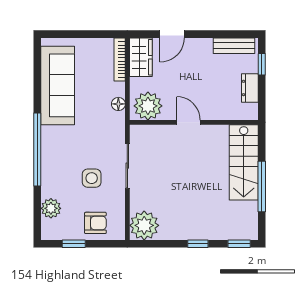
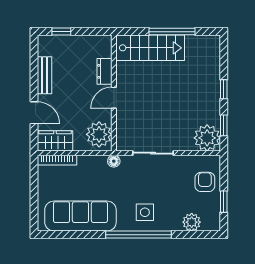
bench: (234, 46) -> (44, 75), moved
dresser: (250, 88) -> (104, 71), moved, turned 90
floor lamp: (118, 104) -> (114, 161), moved
side table: (92, 178) -> (145, 212), moved
window: (239, 244) -> (224, 125), moved

